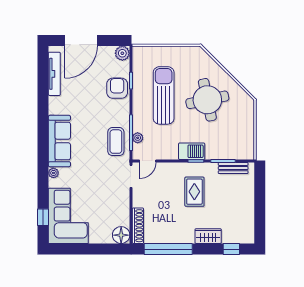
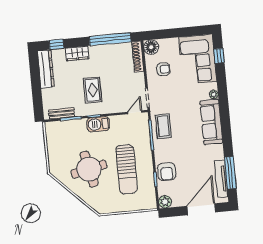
window: (43, 80) -> (230, 173), added
plant: (138, 138) -> (145, 131), removed
armchair: (109, 208) -> (163, 69), added
dresser: (246, 222) -> (46, 69), added

